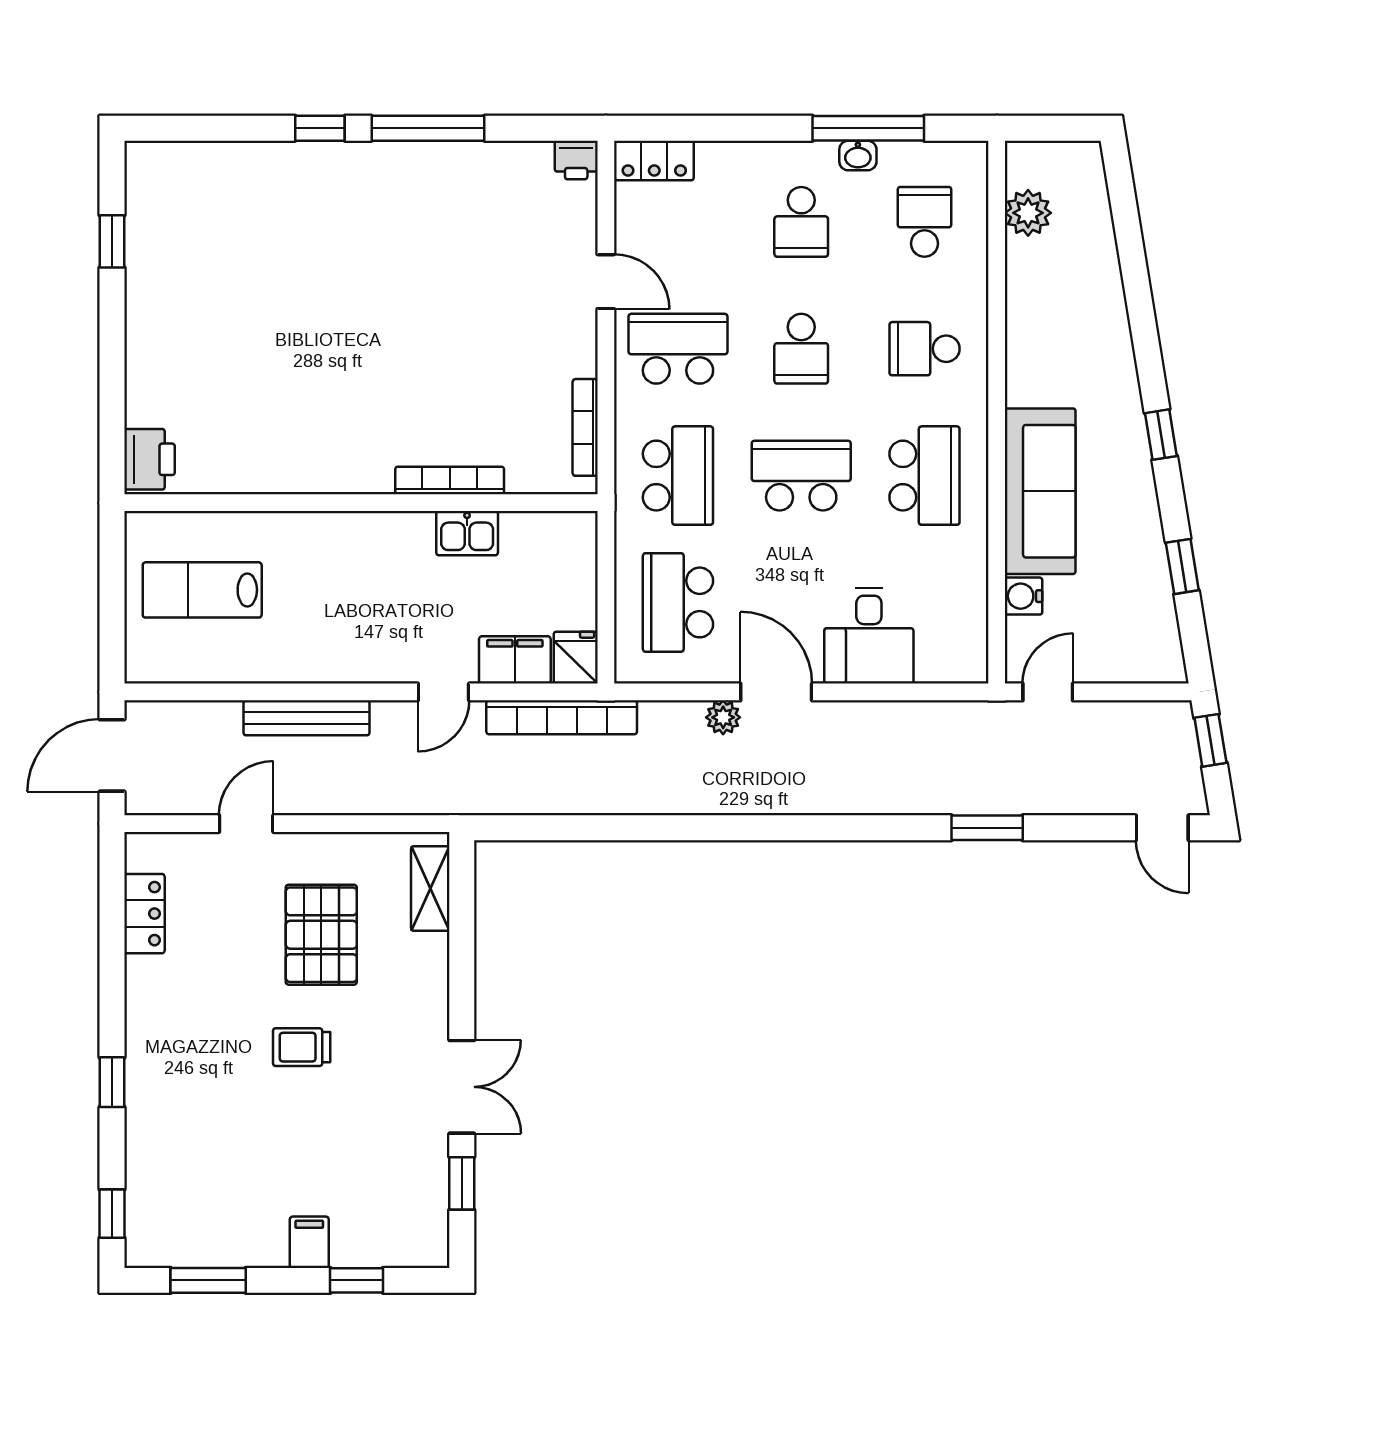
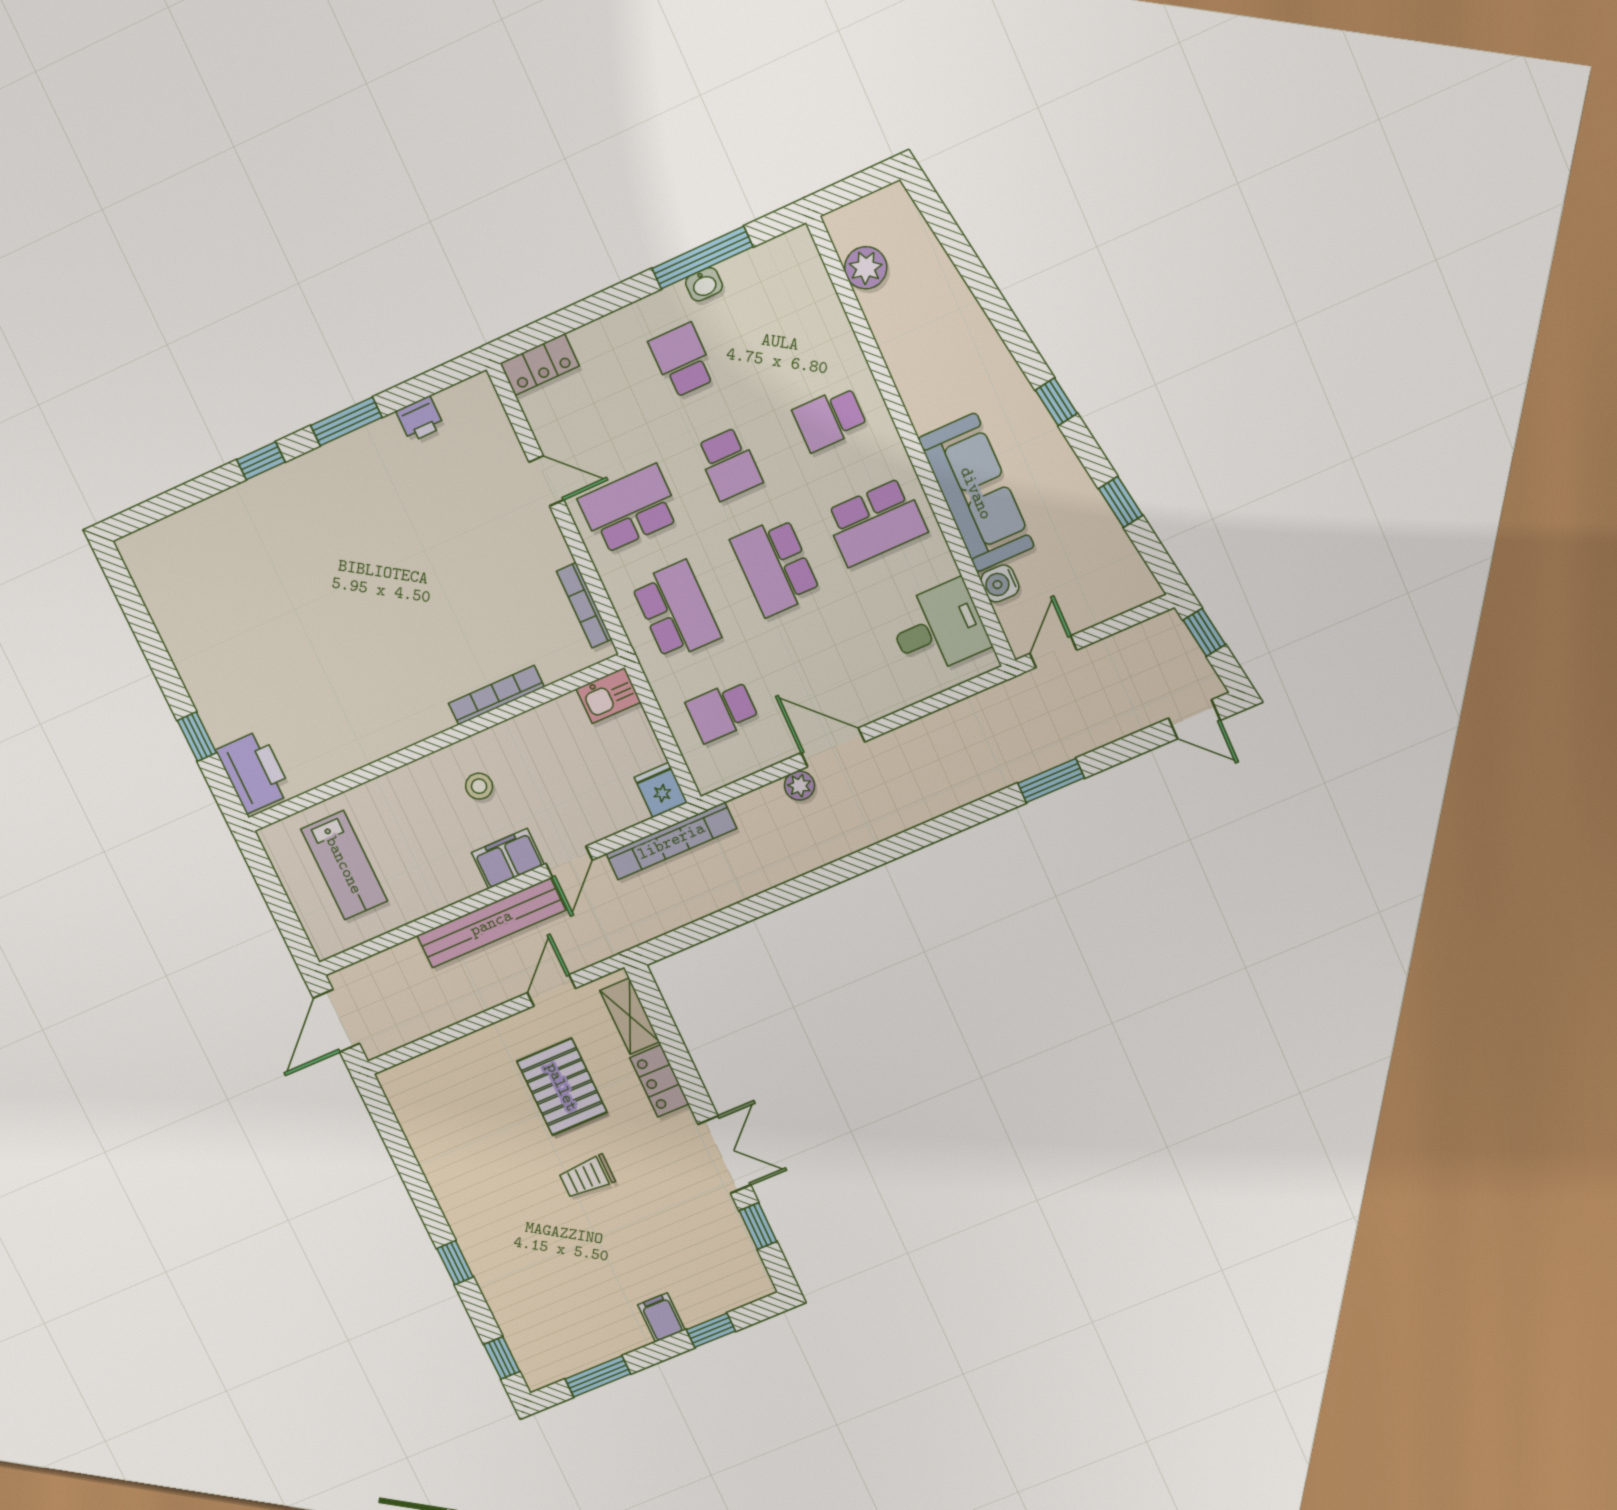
window: (428, 128) -> (346, 421), width x0.69
printer: (576, 160) -> (420, 419), moved
school desk: (801, 222) -> (682, 360), turned 180
school desk: (924, 222) -> (783, 314), removed
window: (112, 241) -> (197, 737), moved
printer: (150, 459) -> (254, 772), width x1.37, depth x1.19
school desk: (801, 476) -> (775, 567), turned -90
school desk: (924, 476) -> (876, 522), turned 90
kitchen sink: (467, 533) -> (608, 696), moved
stool: (386, 569) -> (479, 786), added
lab bench: (202, 590) -> (344, 865), turned -90
school desk: (678, 602) -> (722, 711), width x0.54
desk: (869, 636) -> (938, 628), moved, turned -90
filing cabinet: (515, 660) -> (508, 859), moved
bench: (306, 718) -> (491, 923), width x1.37, depth x1.21
door: (246, 824) -> (551, 991), moved
locker: (144, 914) -> (659, 1081), moved, turned 180

